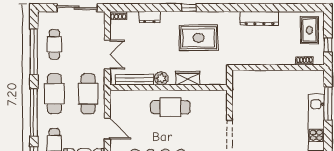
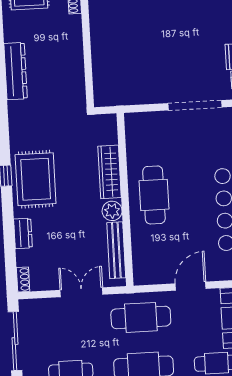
rug: (199, 38) -> (36, 179), moved
wardrobe: (188, 78) -> (110, 172), width x1.50

